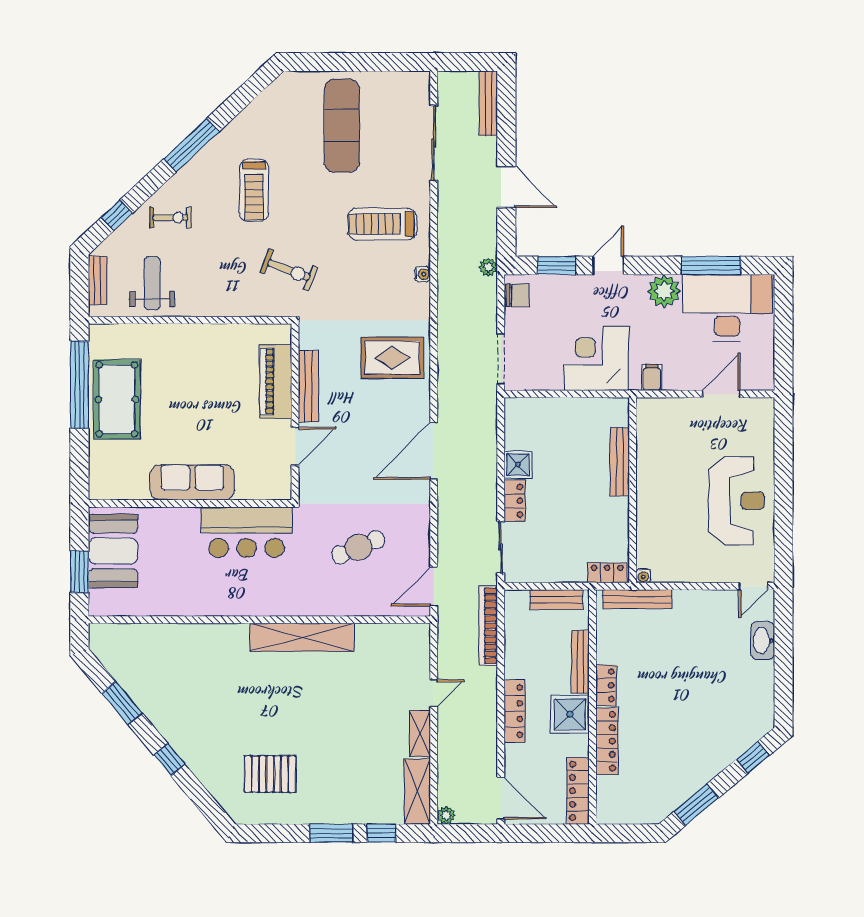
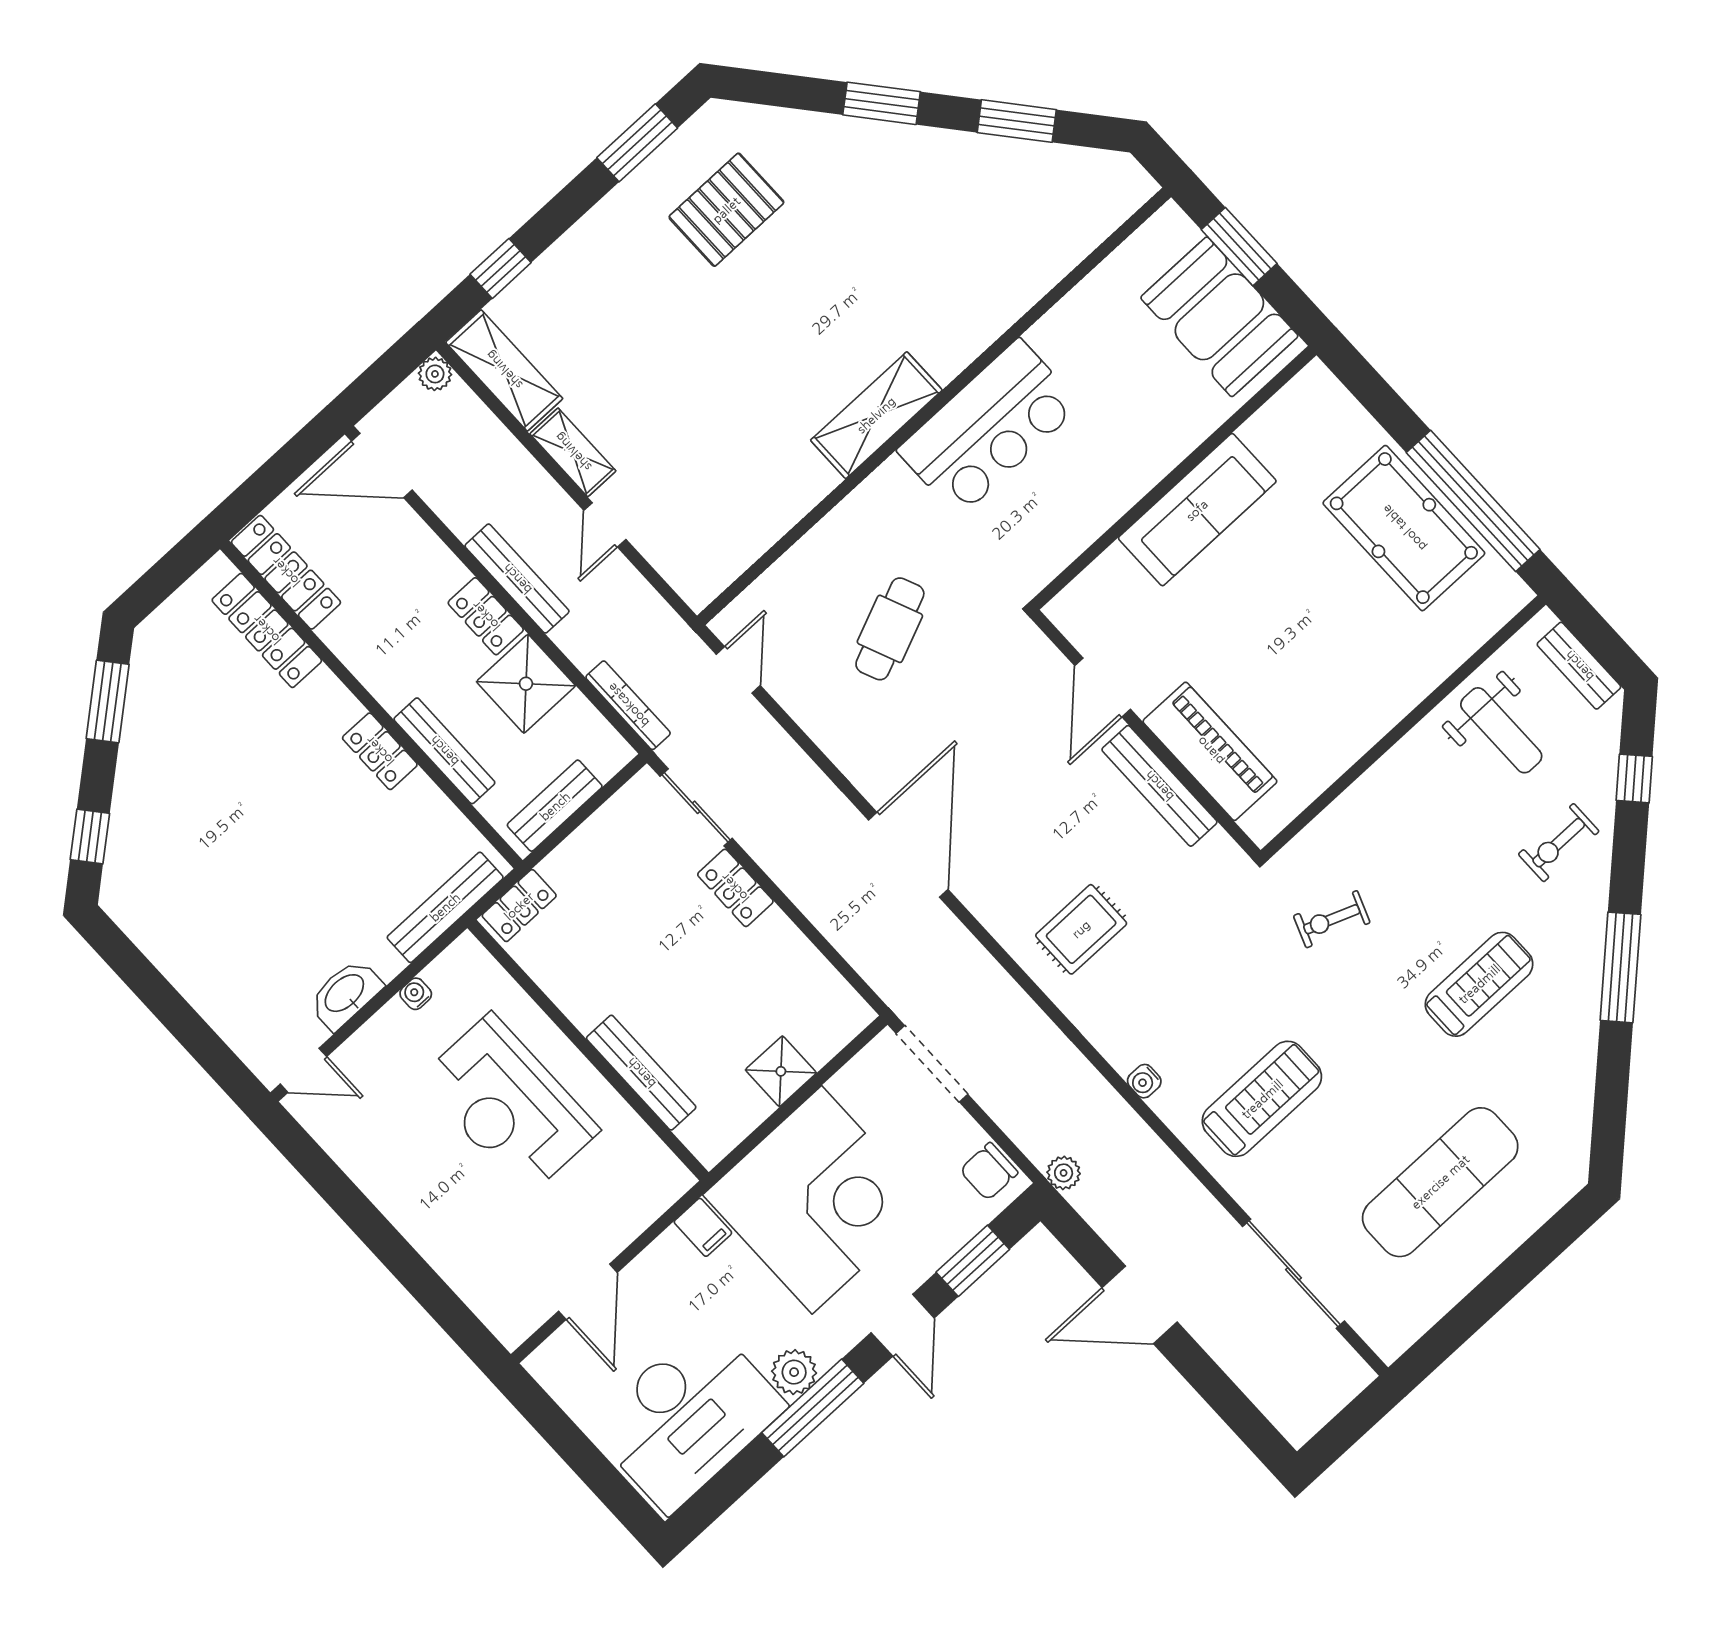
bench: (488, 103) -> (517, 579), moved
exercise mat: (342, 126) -> (1440, 1182), turned 90
treadmill: (254, 190) -> (1479, 984), turned 90
window: (711, 265) -> (813, 1408), moved
exercise bike: (289, 270) -> (1332, 919), width x0.73, depth x0.72
plant: (664, 291) -> (794, 1372), width x0.73, depth x0.73
rug: (392, 358) -> (1081, 929), width x0.73, depth x0.70
corner desk: (596, 358) -> (817, 1200), width x1.36, depth x1.36
shower: (518, 464) -> (781, 1071), moved
reception desk: (737, 501) -> (509, 1105), moved
bar counter: (247, 532) -> (989, 428), moved, turned 180
water cooler: (643, 576) -> (416, 994), moved
door: (434, 586) -> (738, 670), width x0.73
door: (753, 586) -> (303, 1070), swing flipped
bookcase: (488, 626) -> (628, 705), width x0.68, depth x0.76
shelving: (302, 637) -> (876, 415), width x0.68
washbasin: (763, 641) -> (345, 994), moved, turned -90
locker: (515, 711) -> (486, 616), width x0.66
shower: (570, 714) -> (526, 684), moved
locker: (607, 741) -> (267, 630), moved
window: (169, 760) -> (882, 103), width x1.50
window: (331, 833) -> (637, 143), moved

